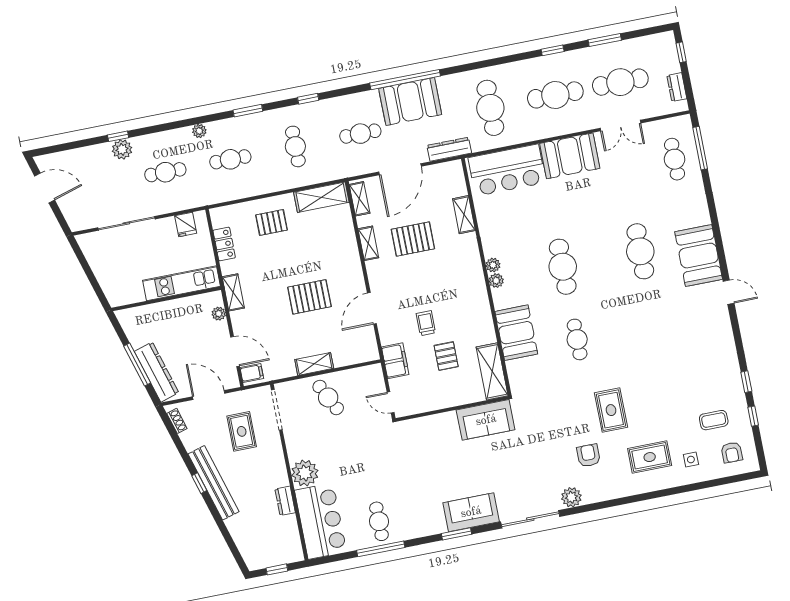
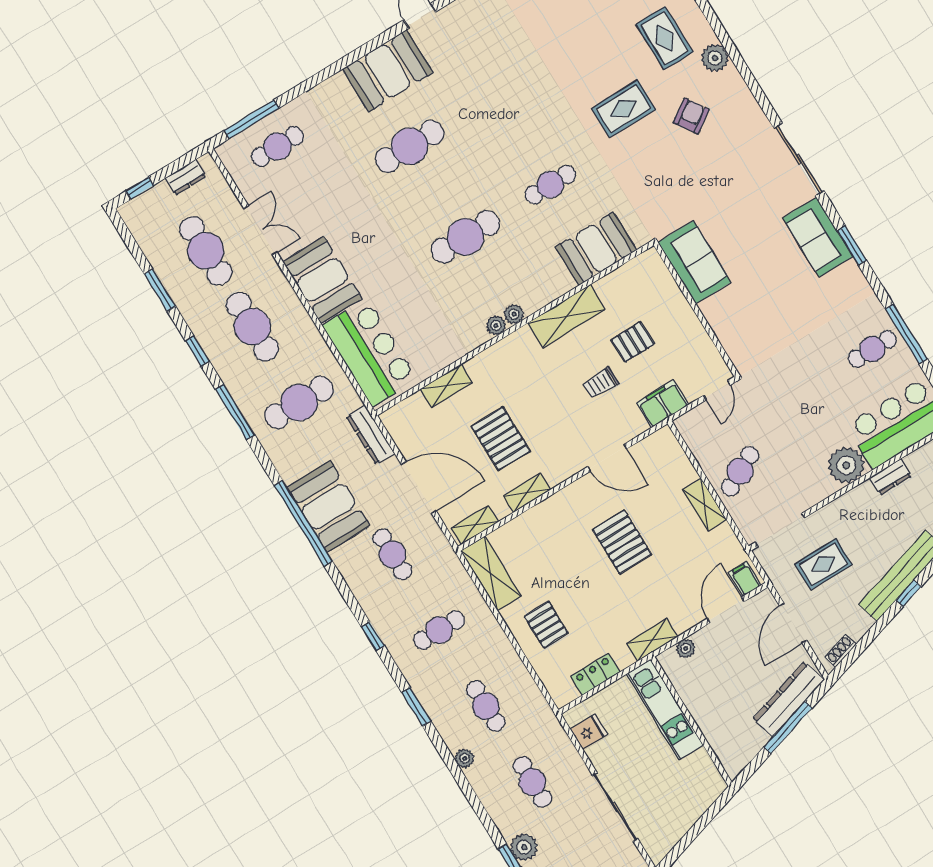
window: (500, 61) -> (235, 412), added
booth: (516, 333) -> (596, 248), moved
shelving: (492, 371) -> (566, 316), moved
armchair: (588, 455) -> (691, 116), turned 146
plant: (571, 497) -> (715, 58), moved

